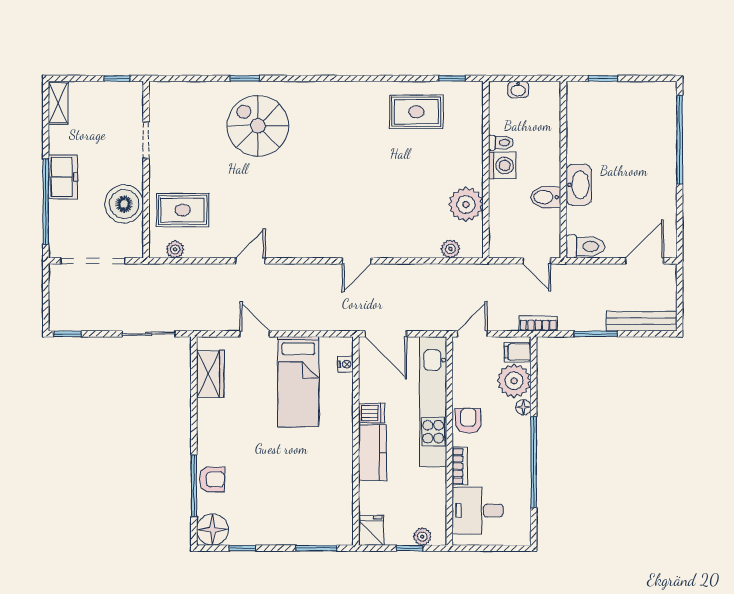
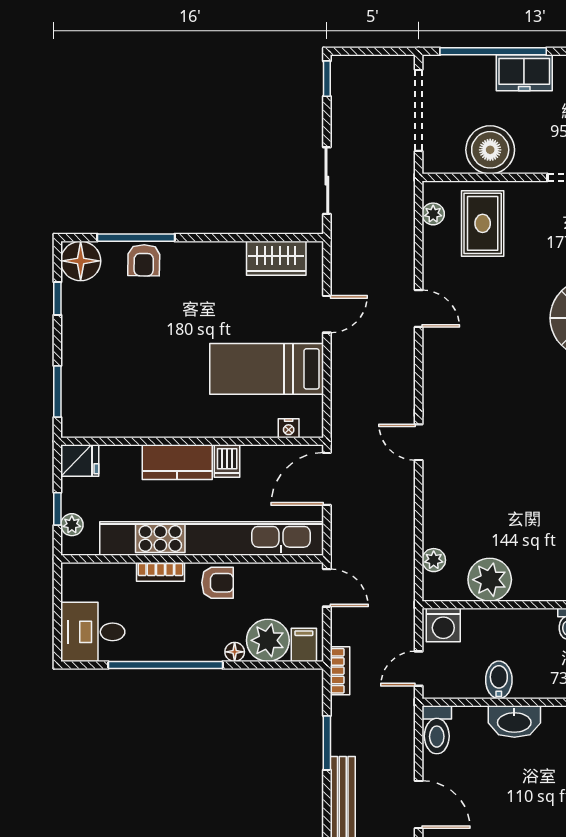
washing machine: (502, 165) -> (443, 625), moved
kitchen unit: (433, 402) -> (212, 538), width x1.36
desk: (478, 511) -> (93, 632), moved, turned -90

